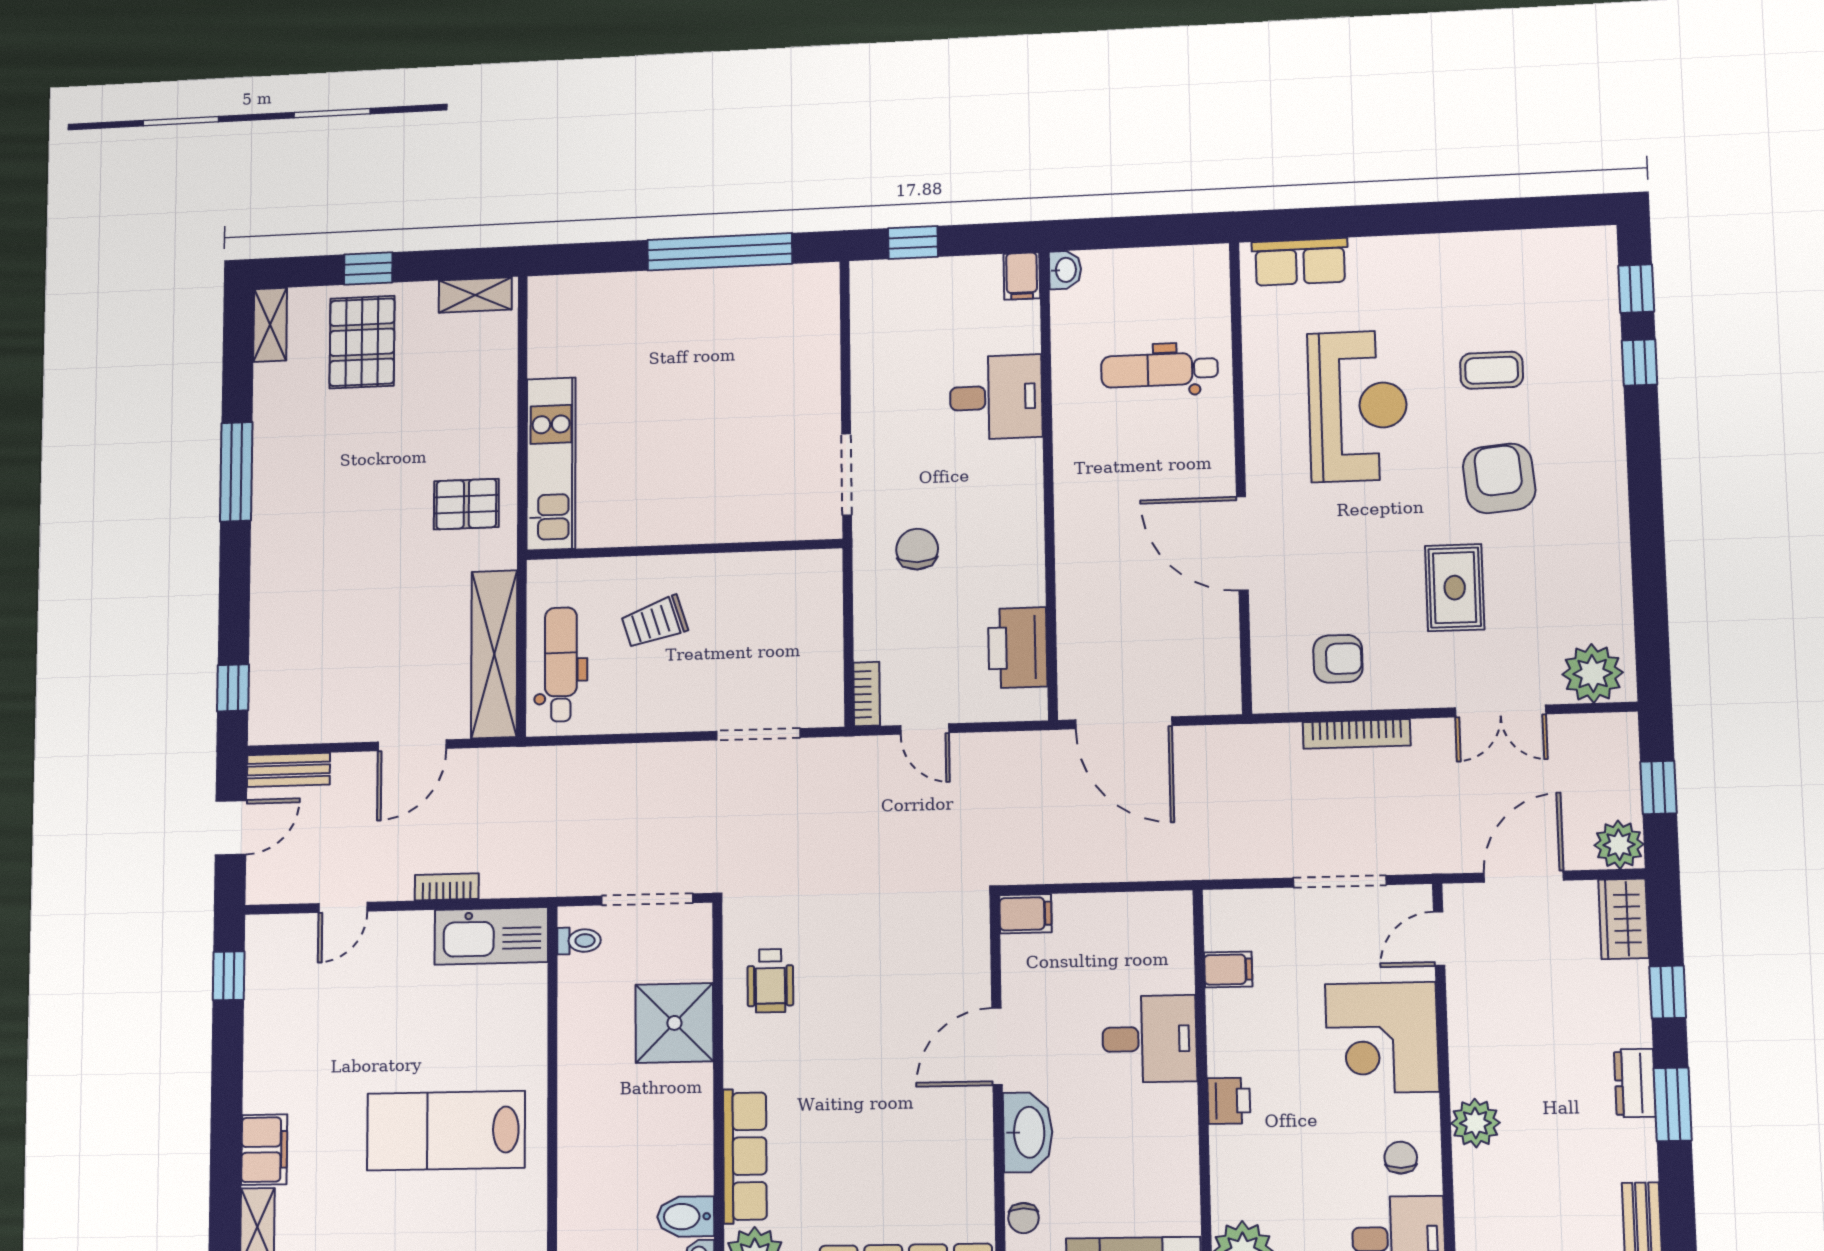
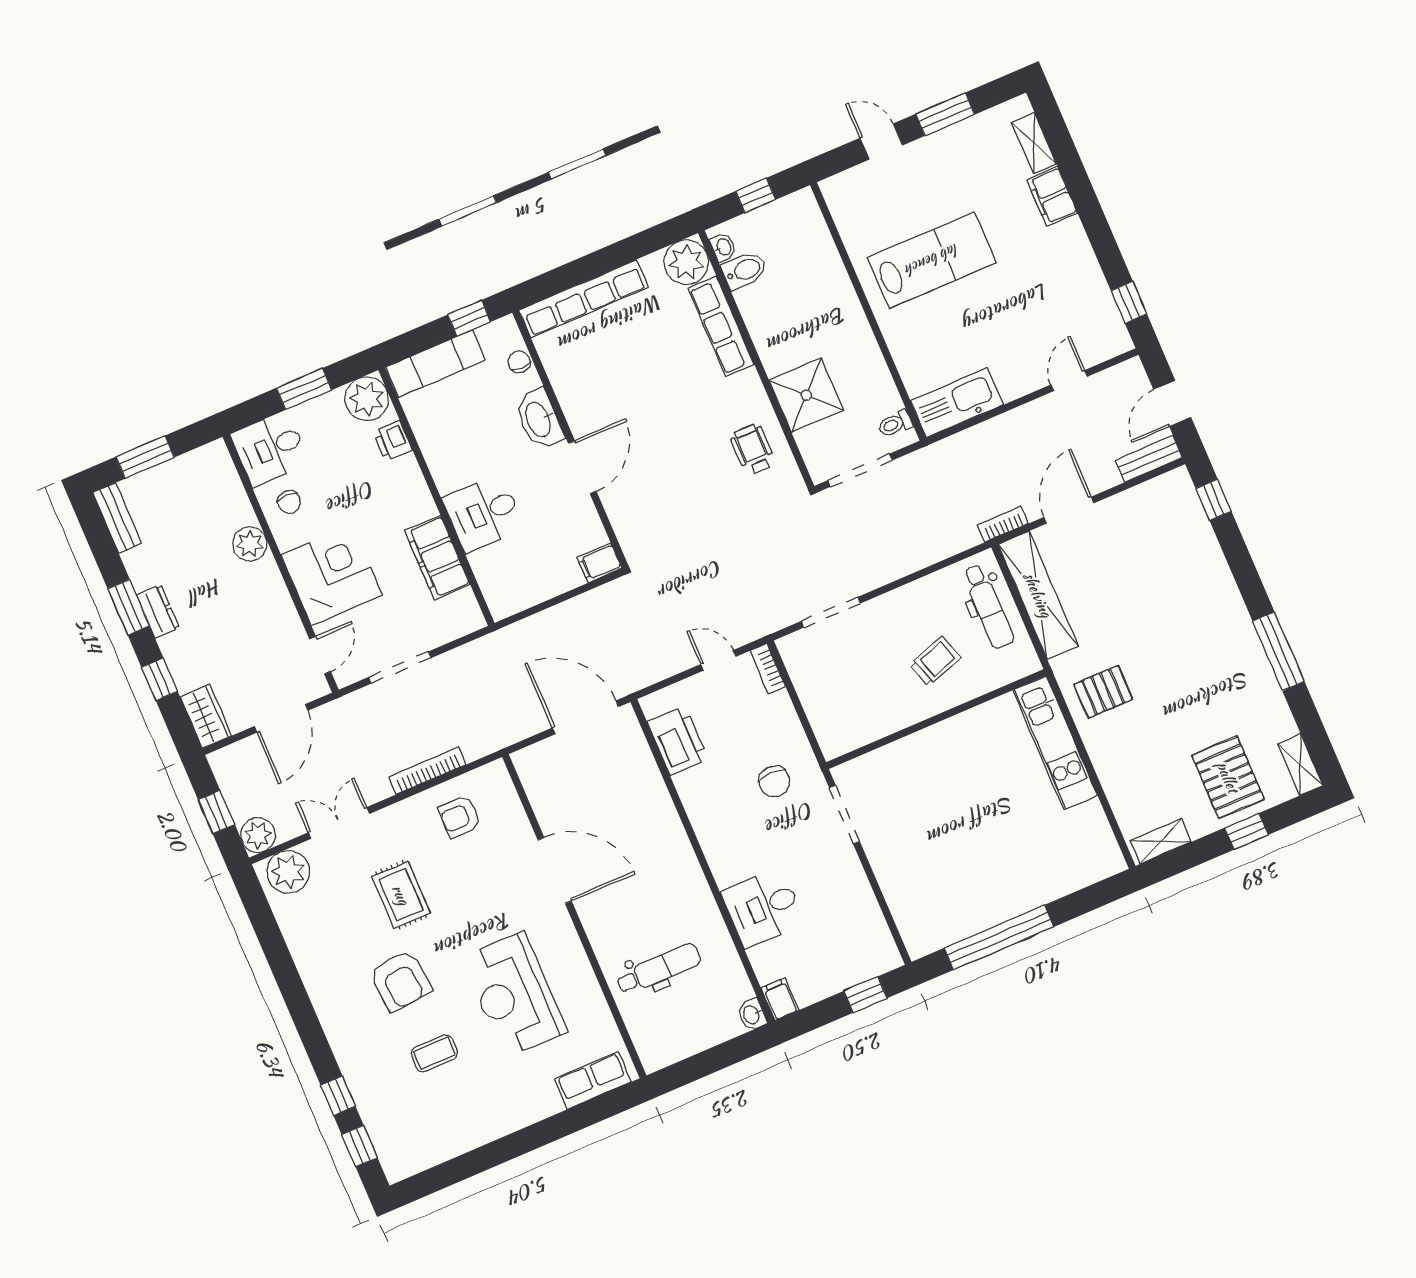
plant: (1619, 845) -> (258, 835), moved
bookcase: (447, 887) -> (1003, 524), moved, turned 180
filing cabinet: (1228, 969) -> (437, 558), width x3.00, depth x1.17
printer: (1229, 1101) -> (393, 441), moved

